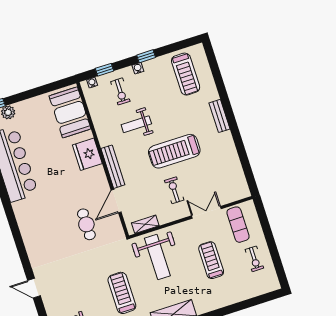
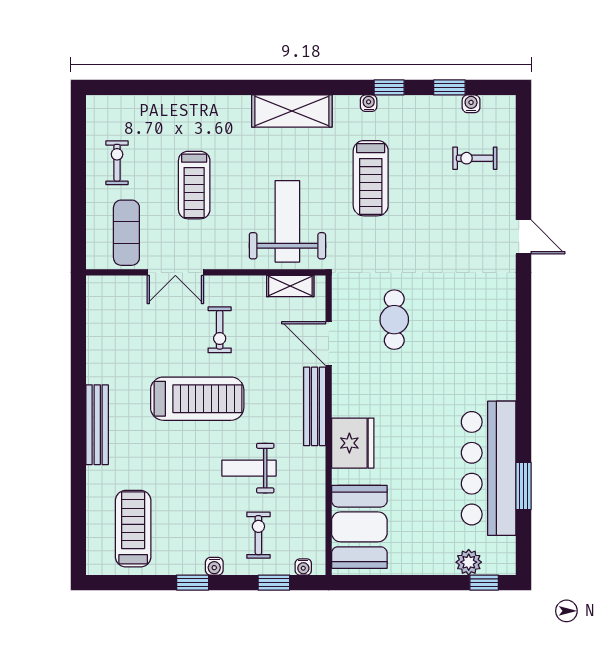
bench: (219, 116) -> (97, 425), width x1.36
weight bench: (136, 124) -> (249, 468), turned 180
door: (116, 201) -> (329, 344), swing flipped

